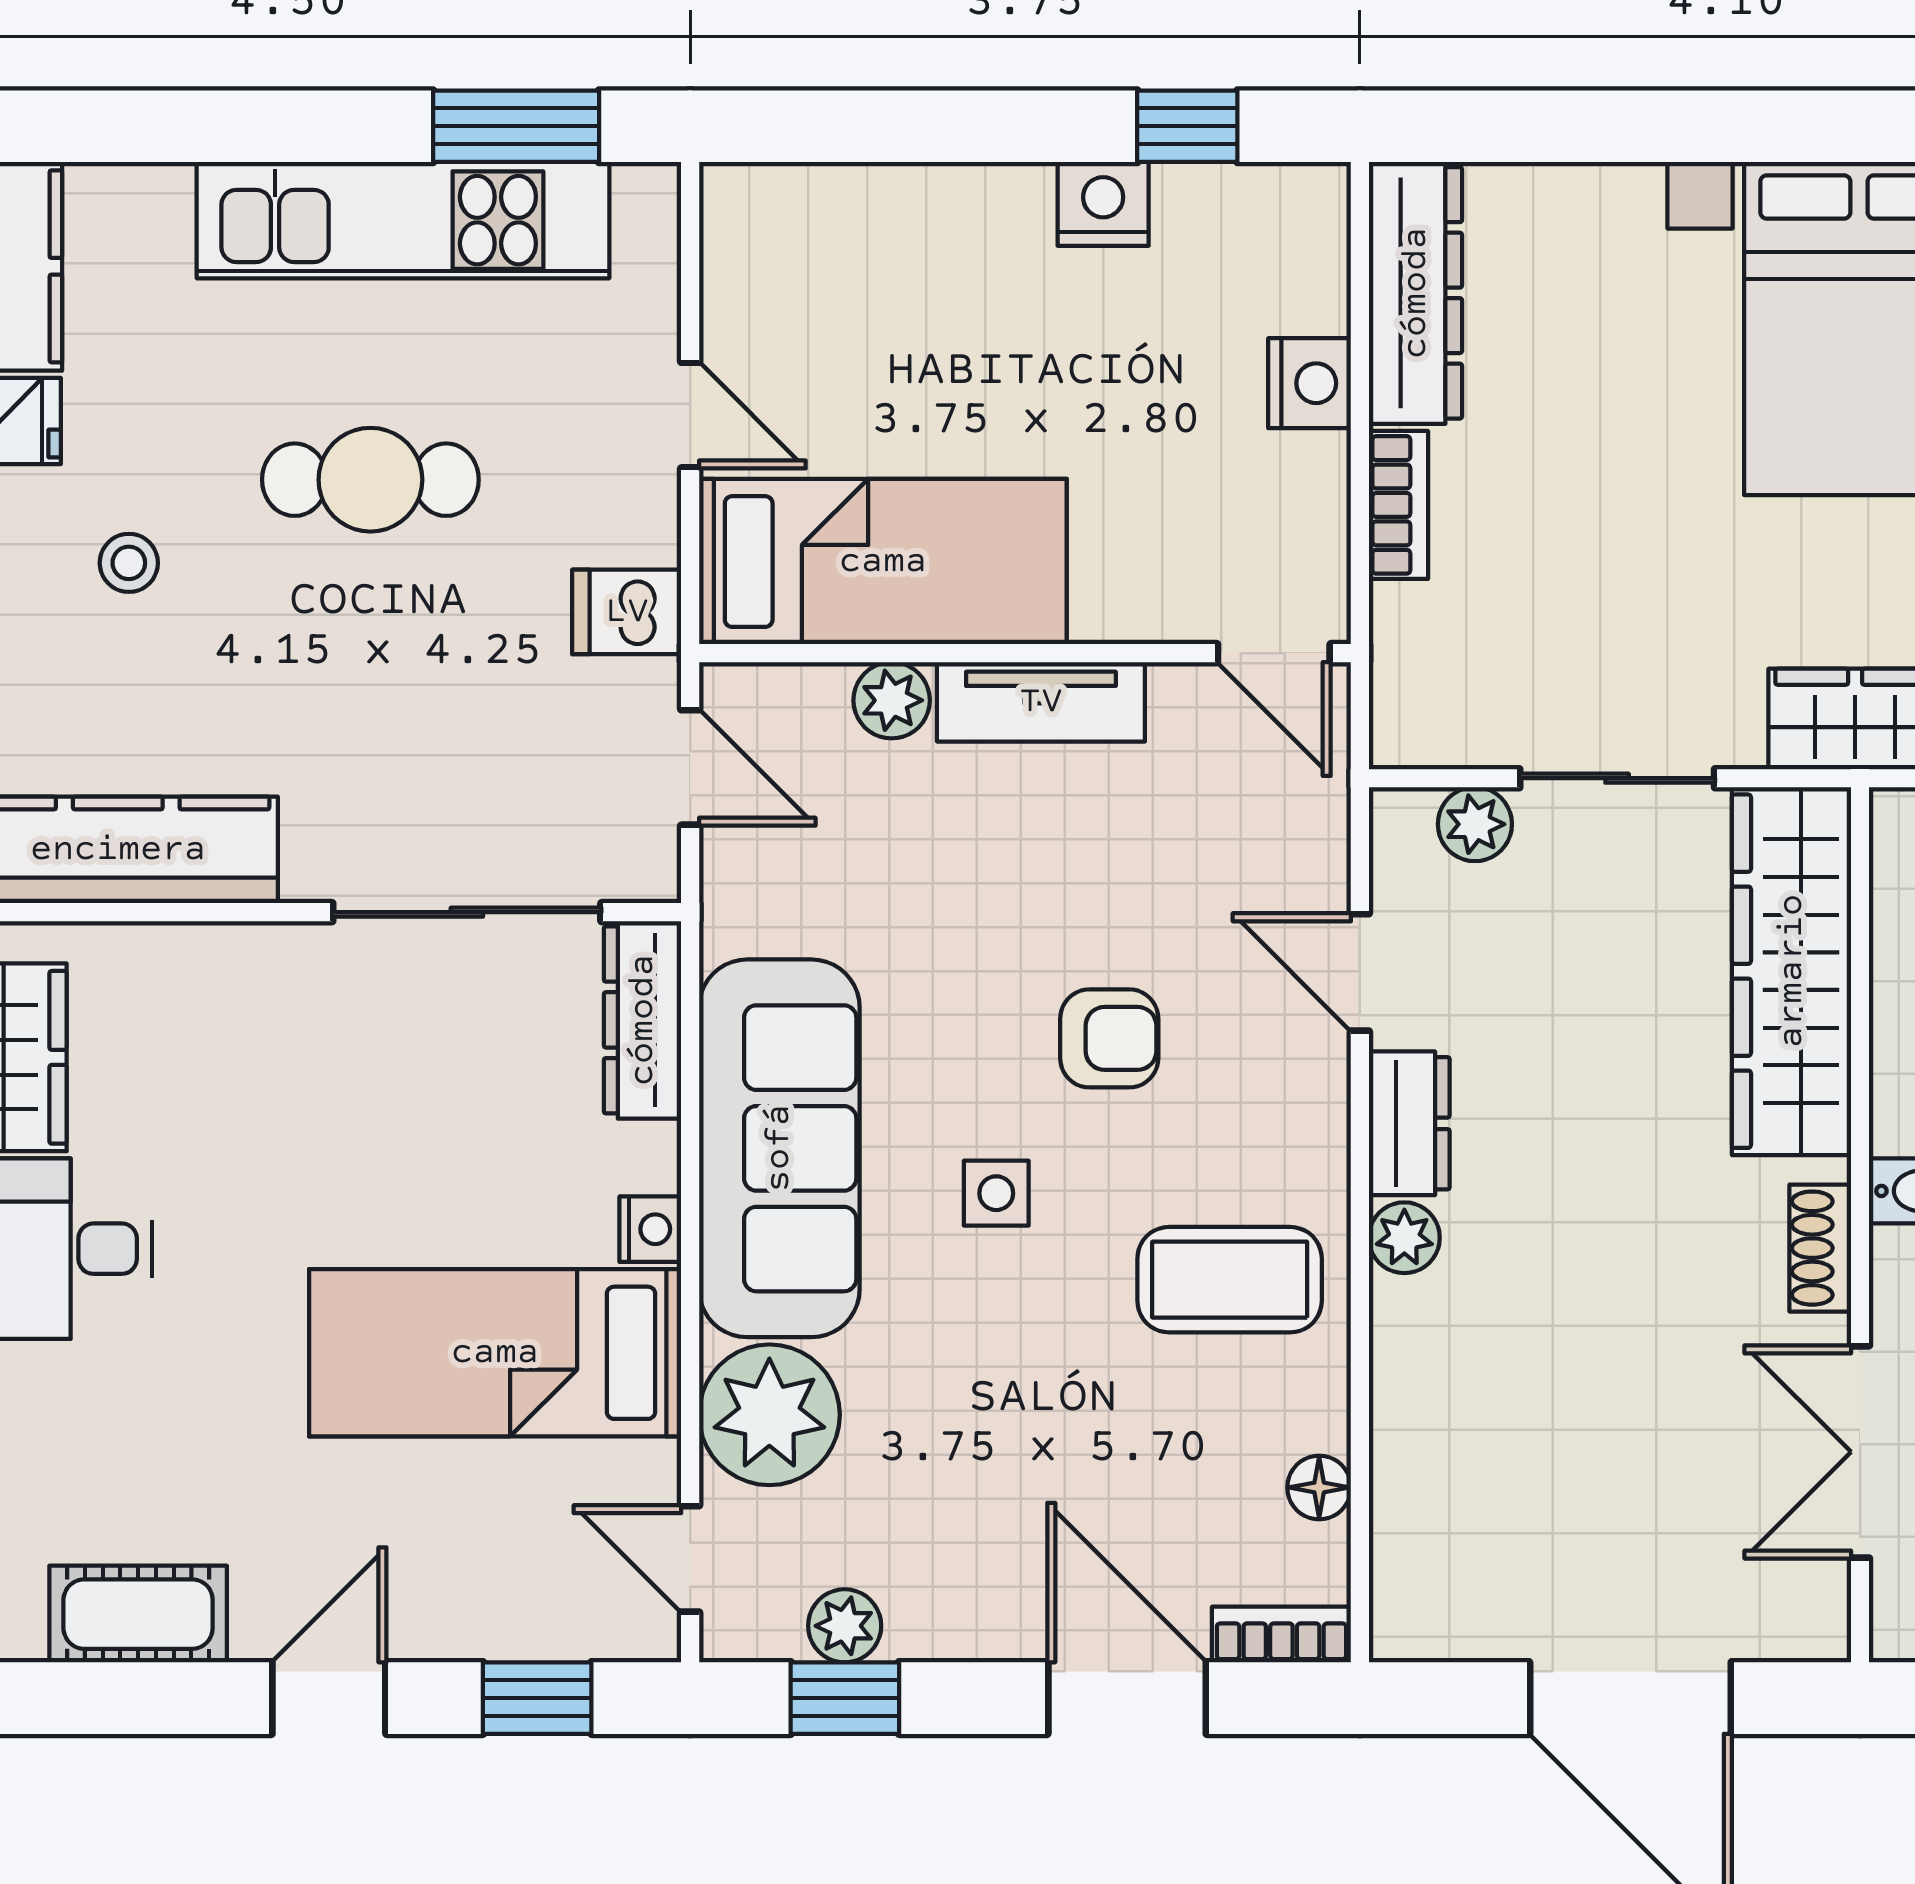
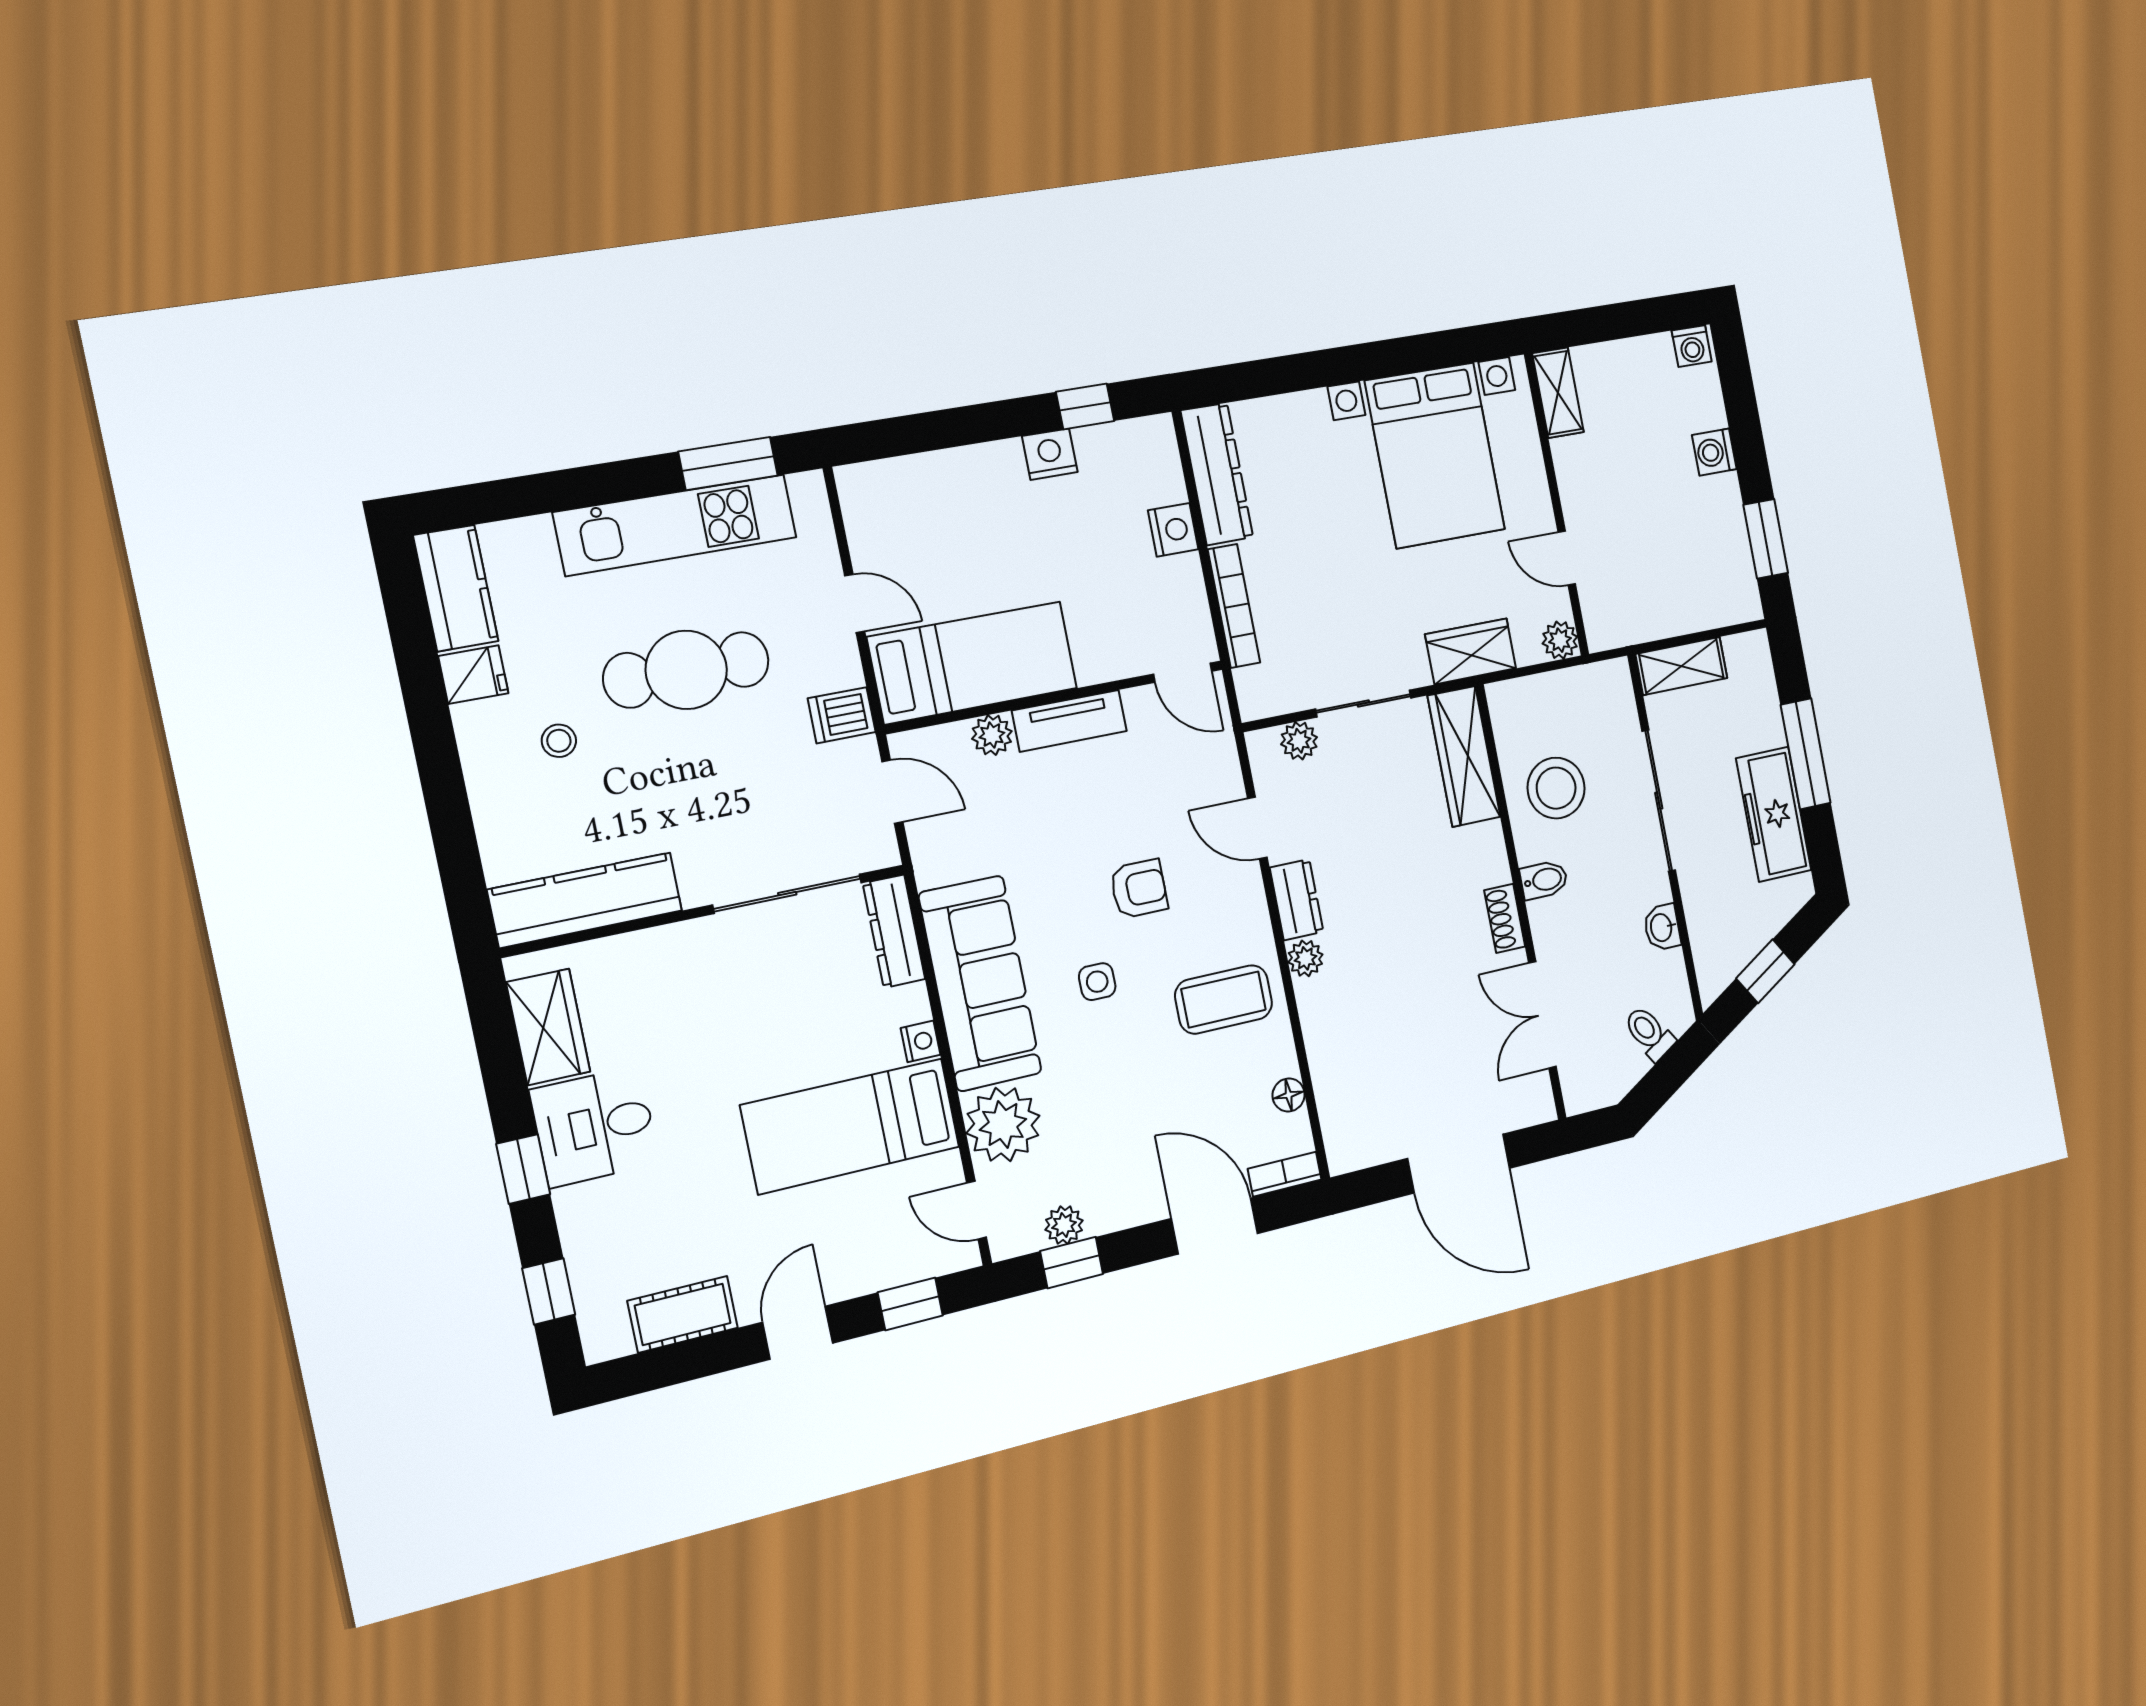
cafe table: (370, 480) -> (686, 670), width x1.37, depth x1.35
bookcase: (1398, 505) -> (1234, 606), width x1.56
wardrobe: (1792, 971) -> (1464, 756), width x0.71, depth x0.85

